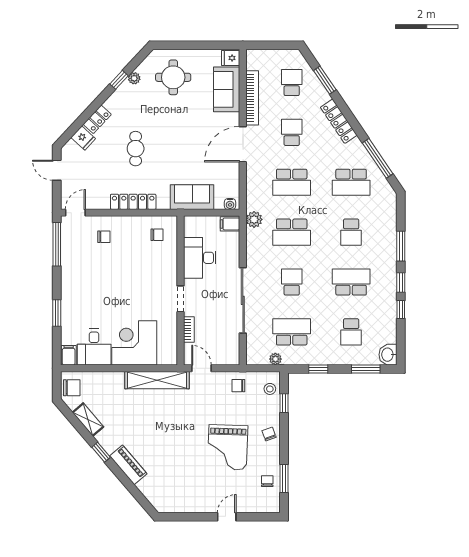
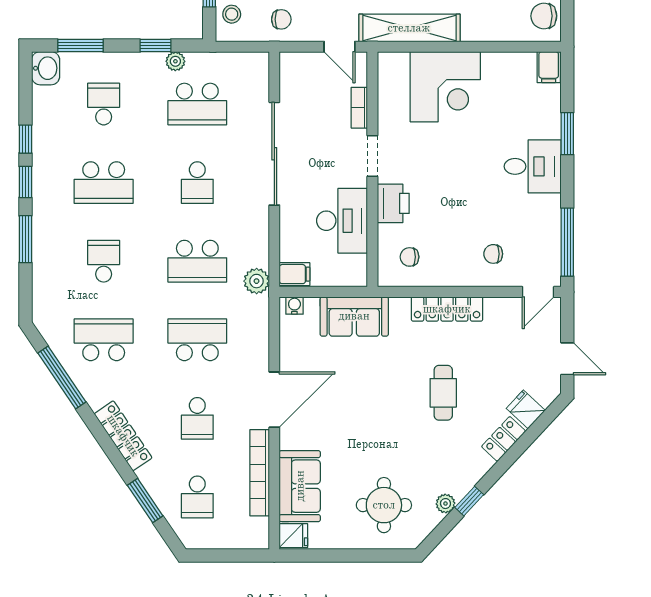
school desk: (292, 232) -> (197, 261), turned 180
printer: (167, 269) -> (393, 203), added
desk: (94, 347) -> (533, 166), moved, turned 90
plant: (275, 359) -> (175, 61), moved

